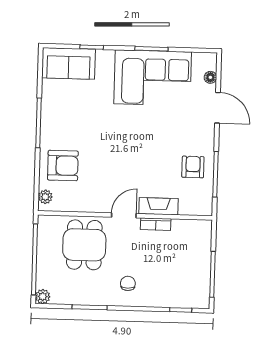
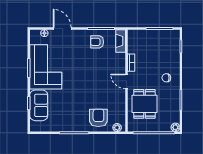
sofa: (68, 63) -> (39, 105), moved
door: (217, 108) -> (62, 28), hinge flipped
fireplace: (158, 206) -> (121, 41), moved
dining table: (84, 245) -> (144, 104), turned 90

